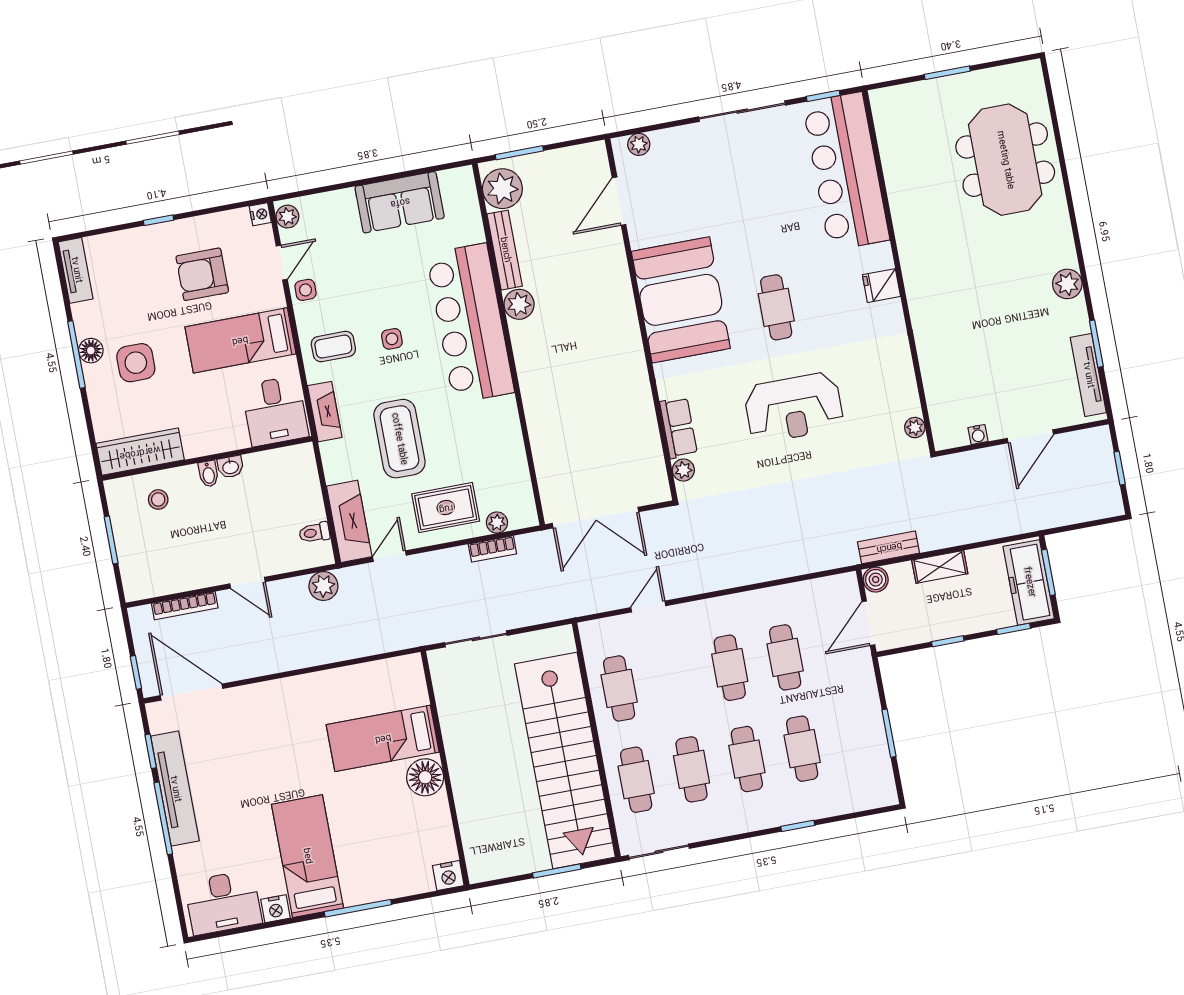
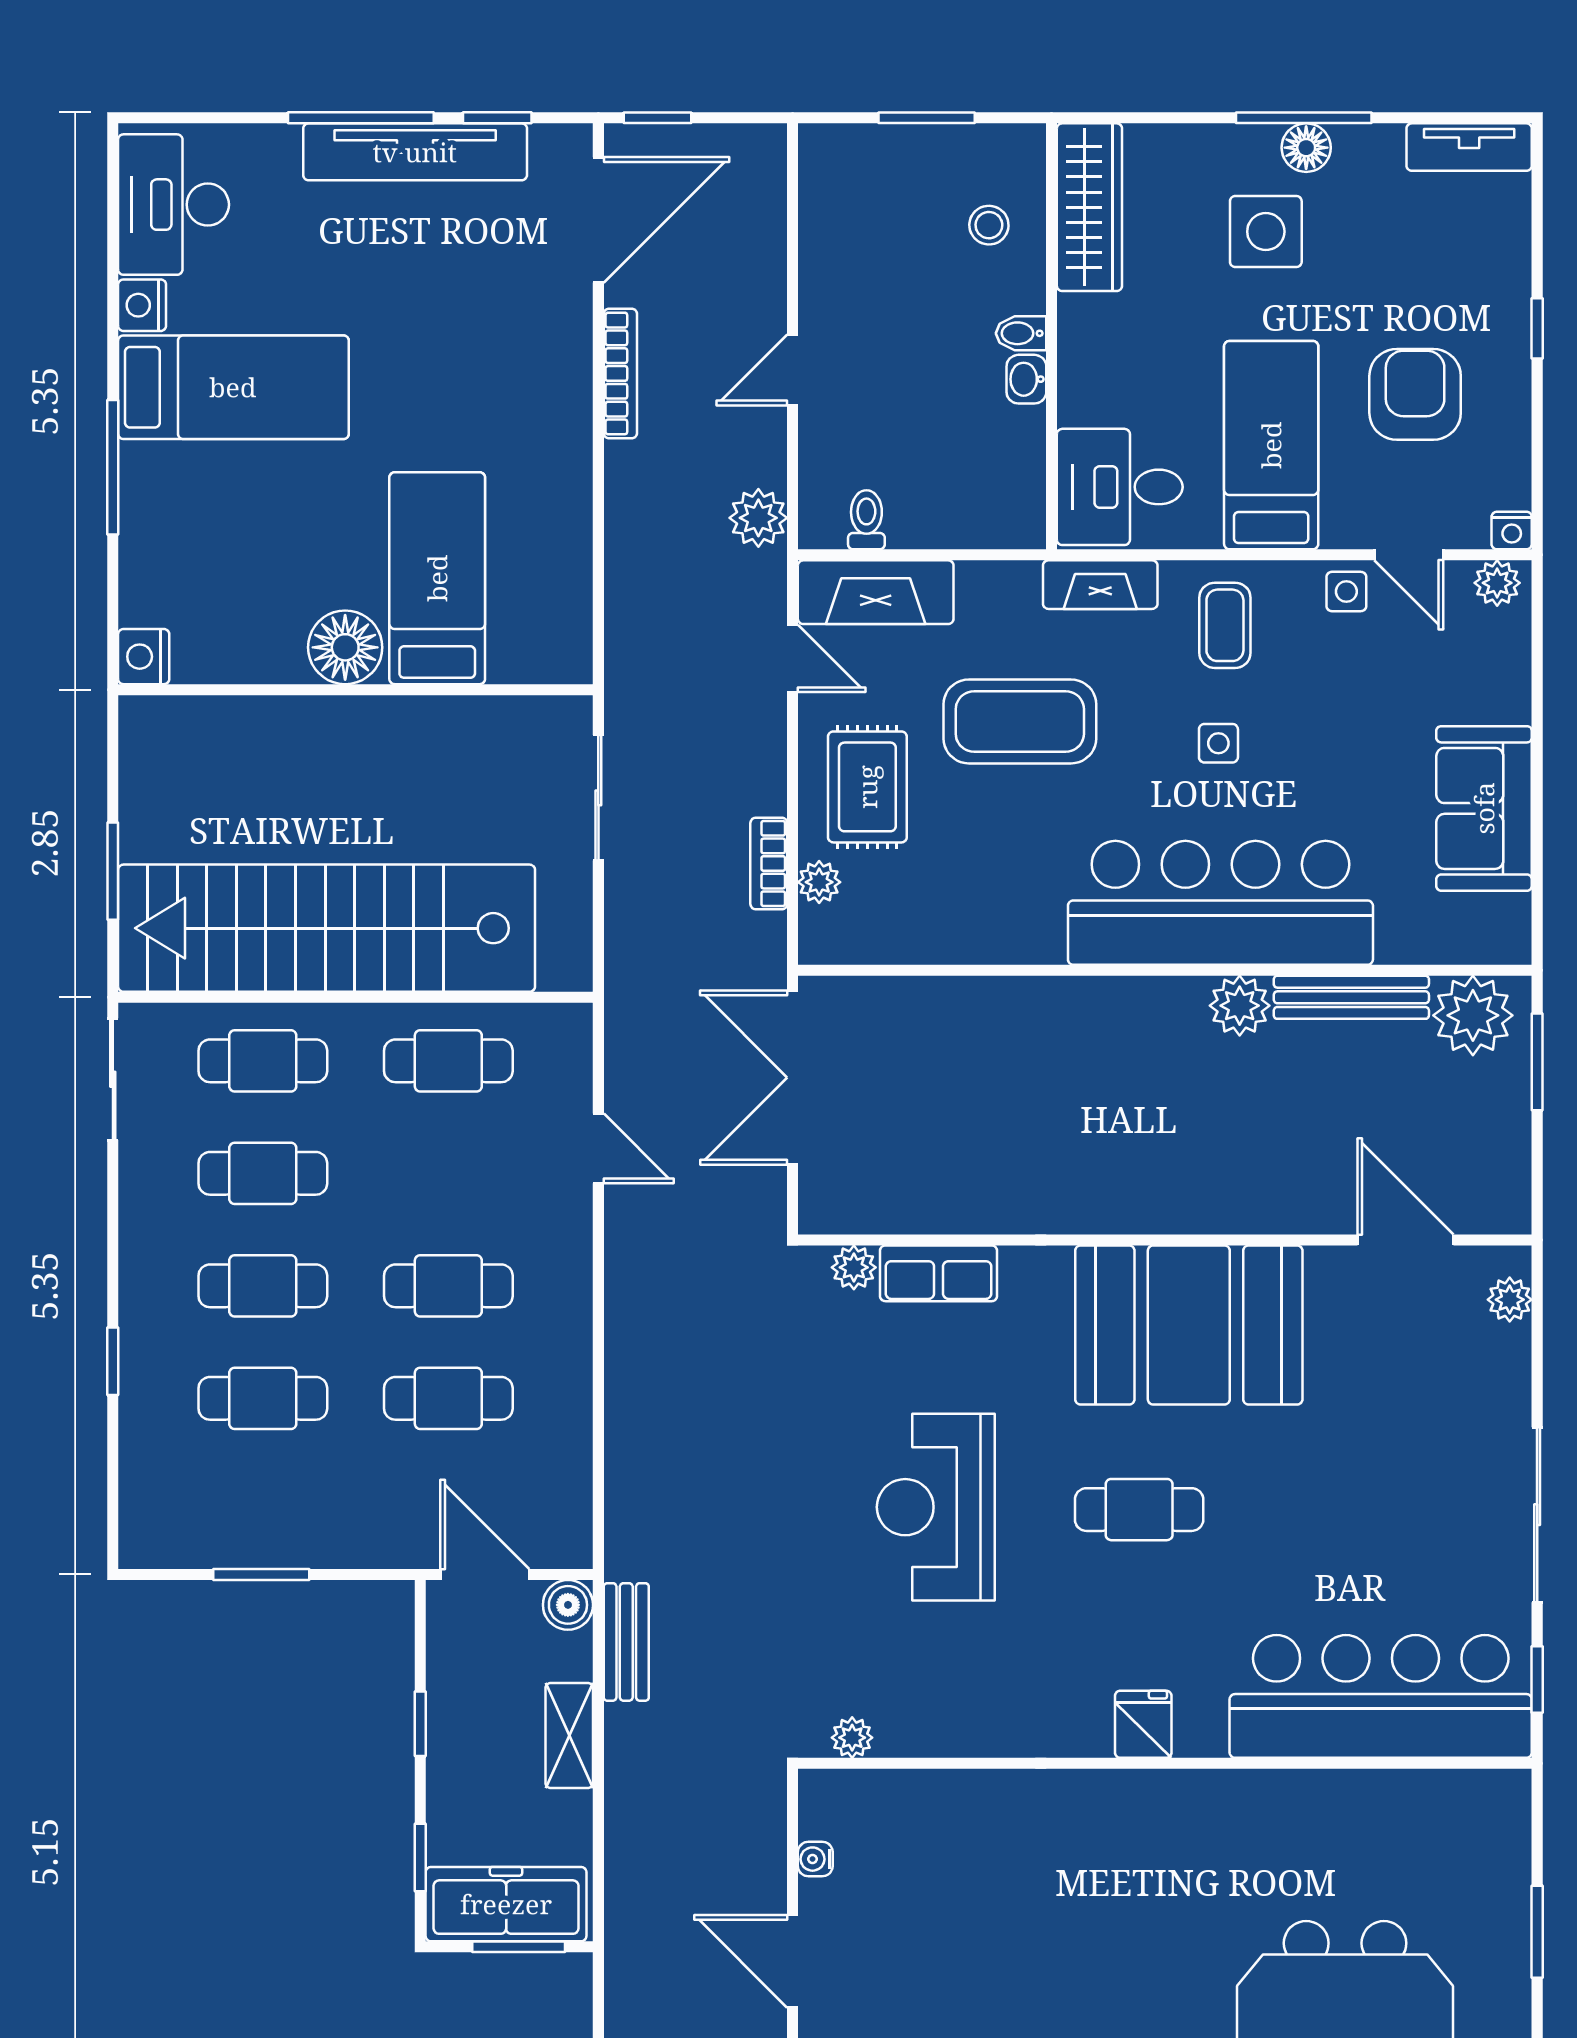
bookcase: (185, 606) -> (620, 373), moved, turned 180

